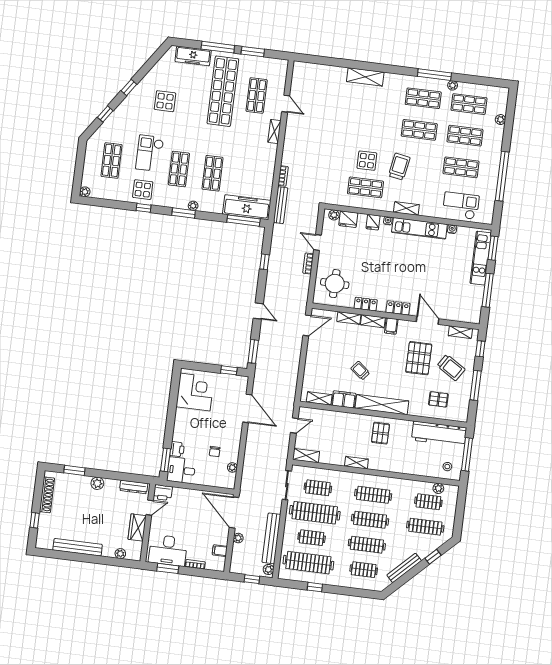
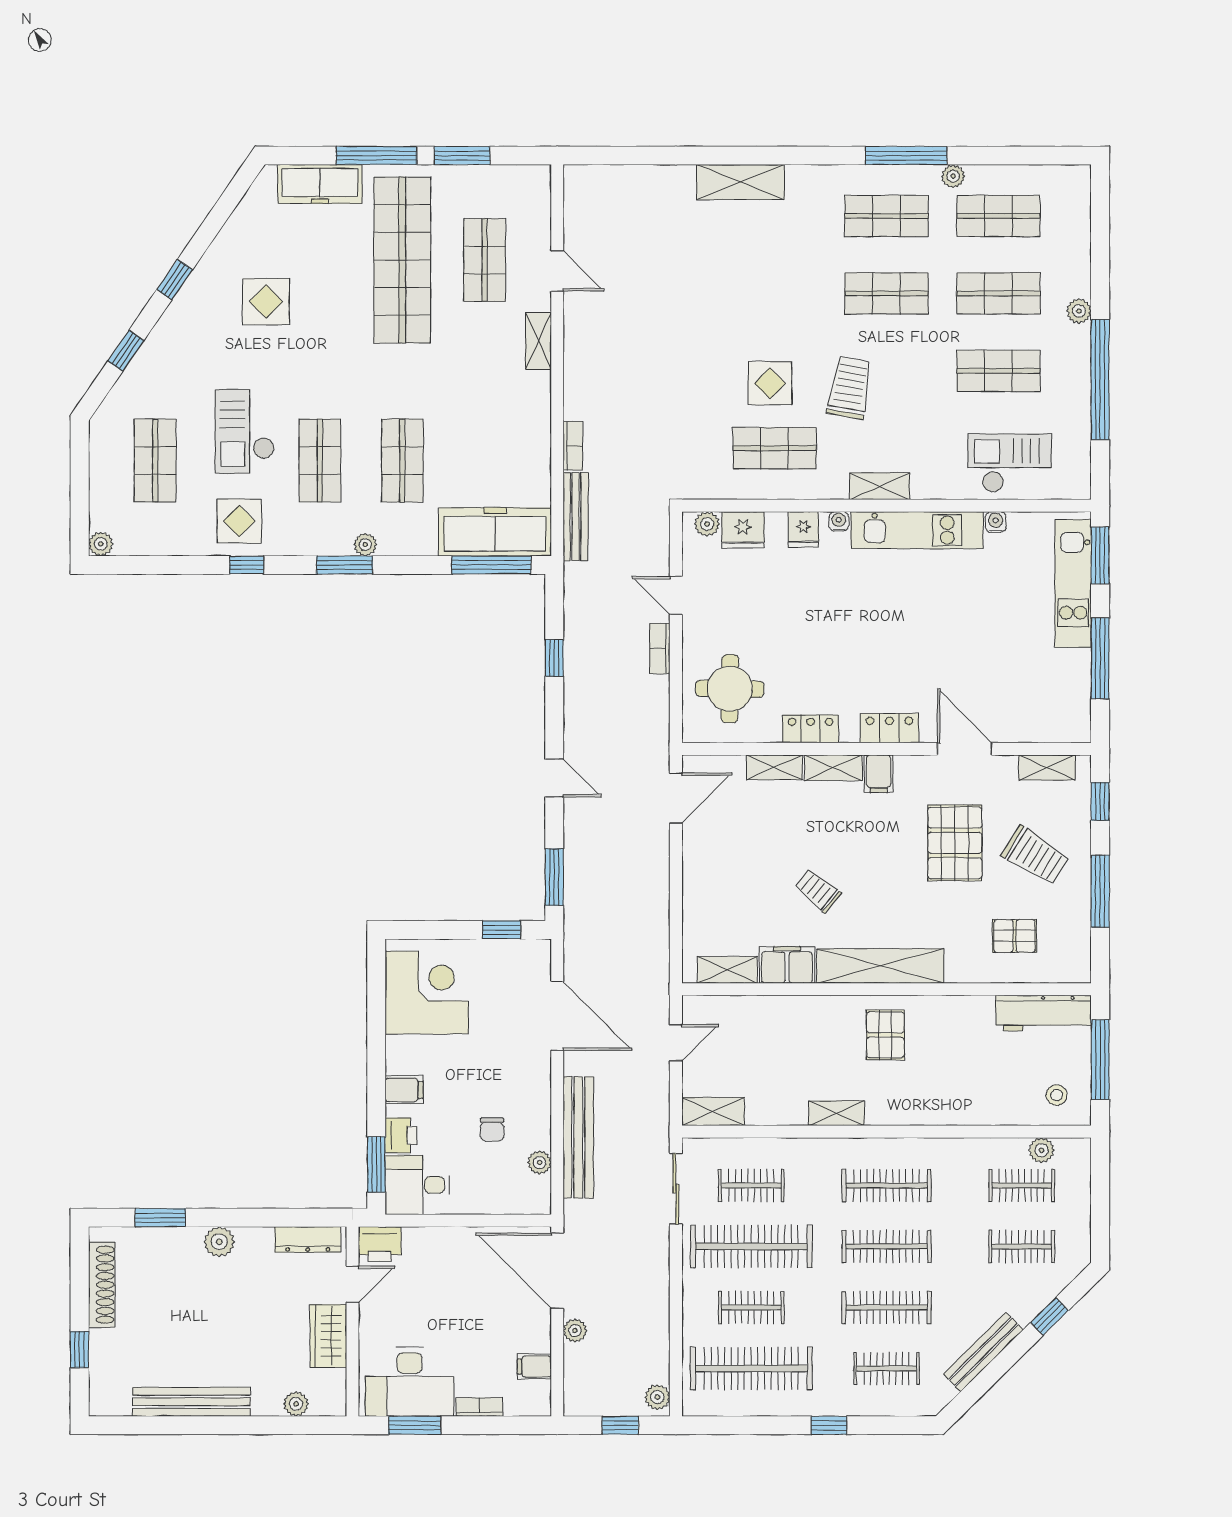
plant: (500, 120) -> (1079, 311), moved
filing cabinet: (181, 431) -> (404, 1090), added
workbench: (439, 434) -> (1044, 1013), width x0.73, depth x0.76
clothes rail: (425, 527) -> (1022, 1246), width x0.73
bench: (271, 538) -> (578, 1137), moved
window: (315, 587) -> (829, 1425), moved

